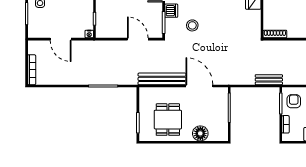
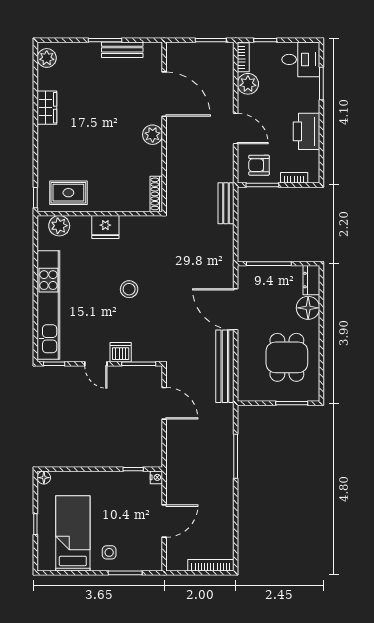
stool: (192, 25) -> (129, 289), moved
door: (138, 39) -> (164, 403), swing flipped
door: (199, 86) -> (236, 309), hinge flipped
dining table: (168, 120) -> (287, 357), turned 90
dresser: (218, 136) -> (311, 280), added

